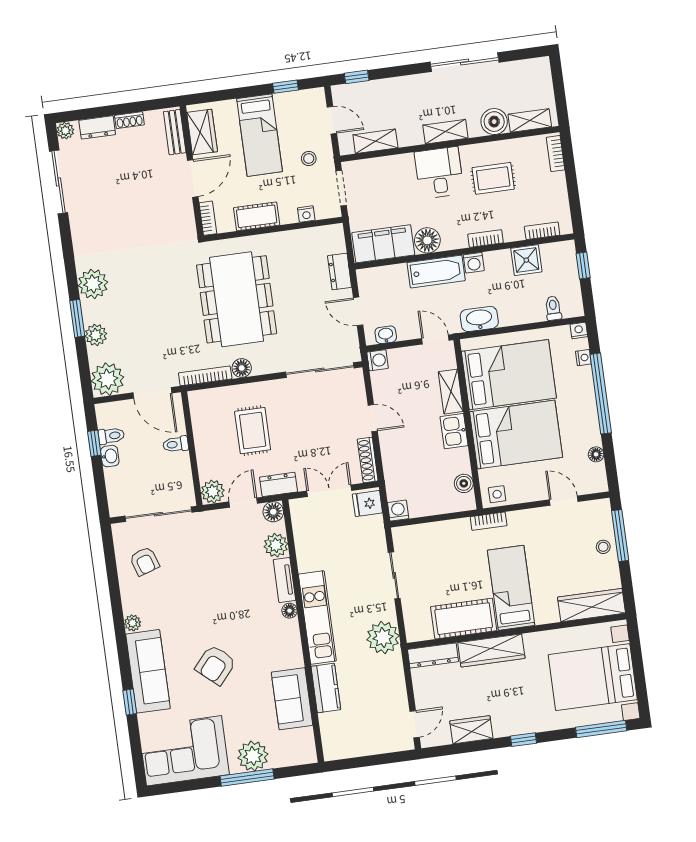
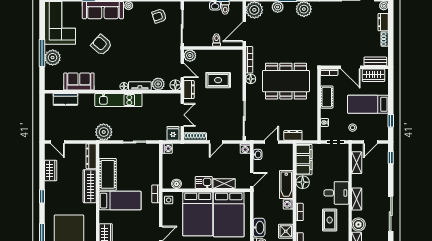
washbasin: (479, 319) -> (259, 227), moved
kitchen counter: (326, 688) -> (65, 99), moved

